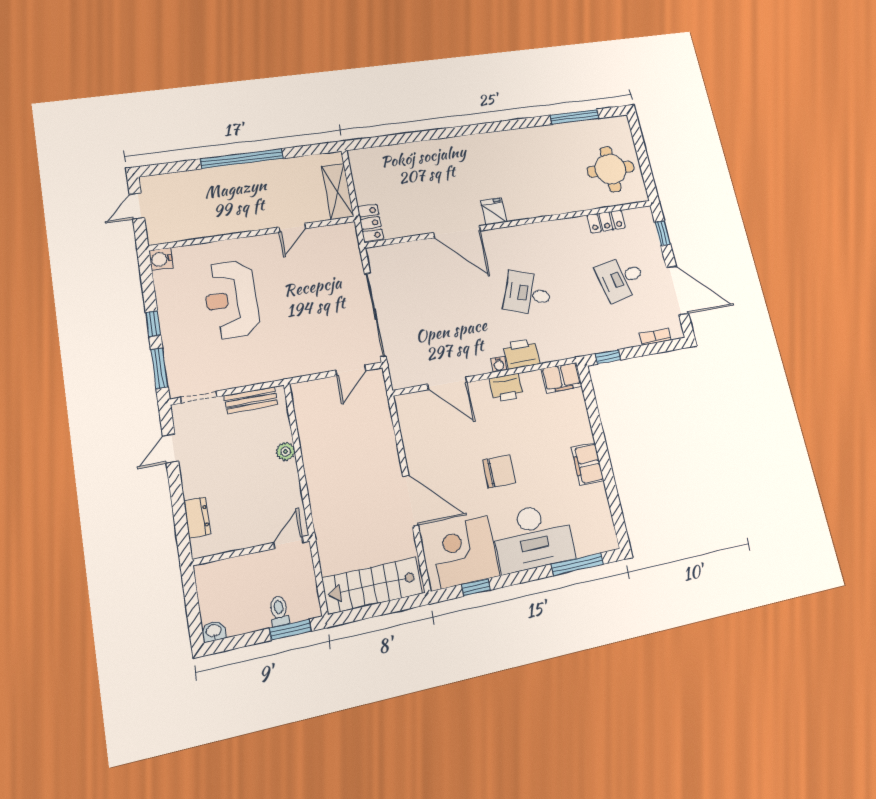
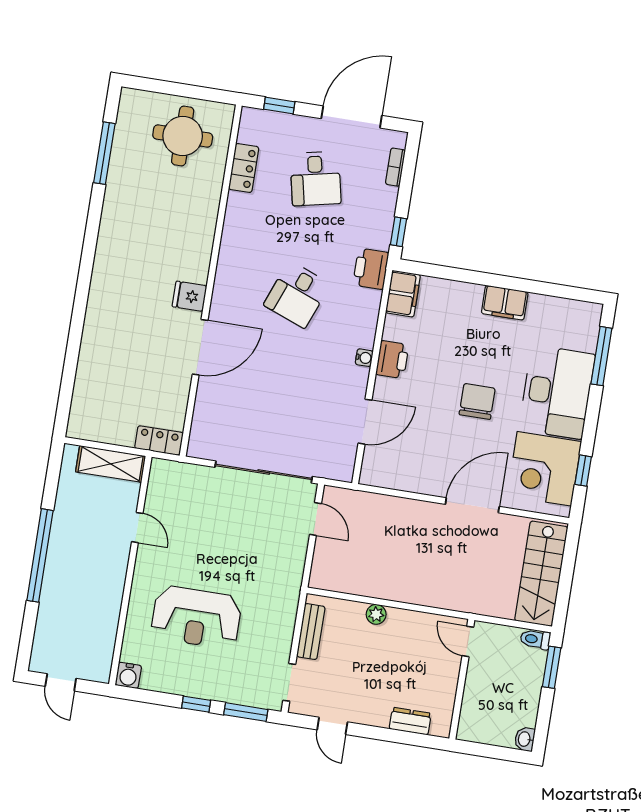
printer: (521, 354) -> (371, 269), moved
toilet: (279, 611) -> (535, 639), moved

